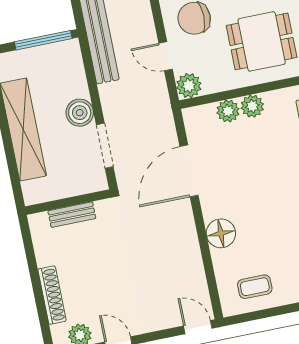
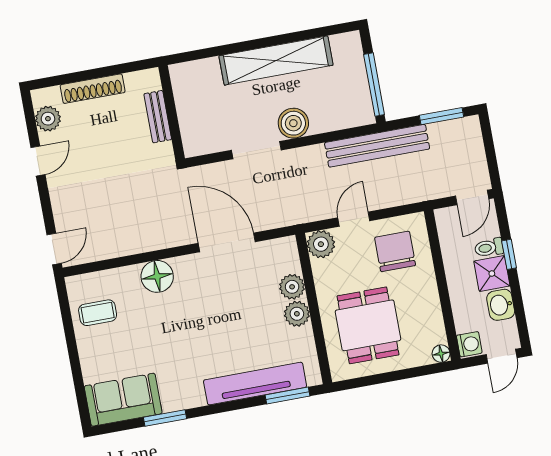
wall: (68, 202) -> (172, 113), moved
bench: (72, 215) -> (158, 117), moved
coffee table: (255, 287) -> (98, 313), turned 90

